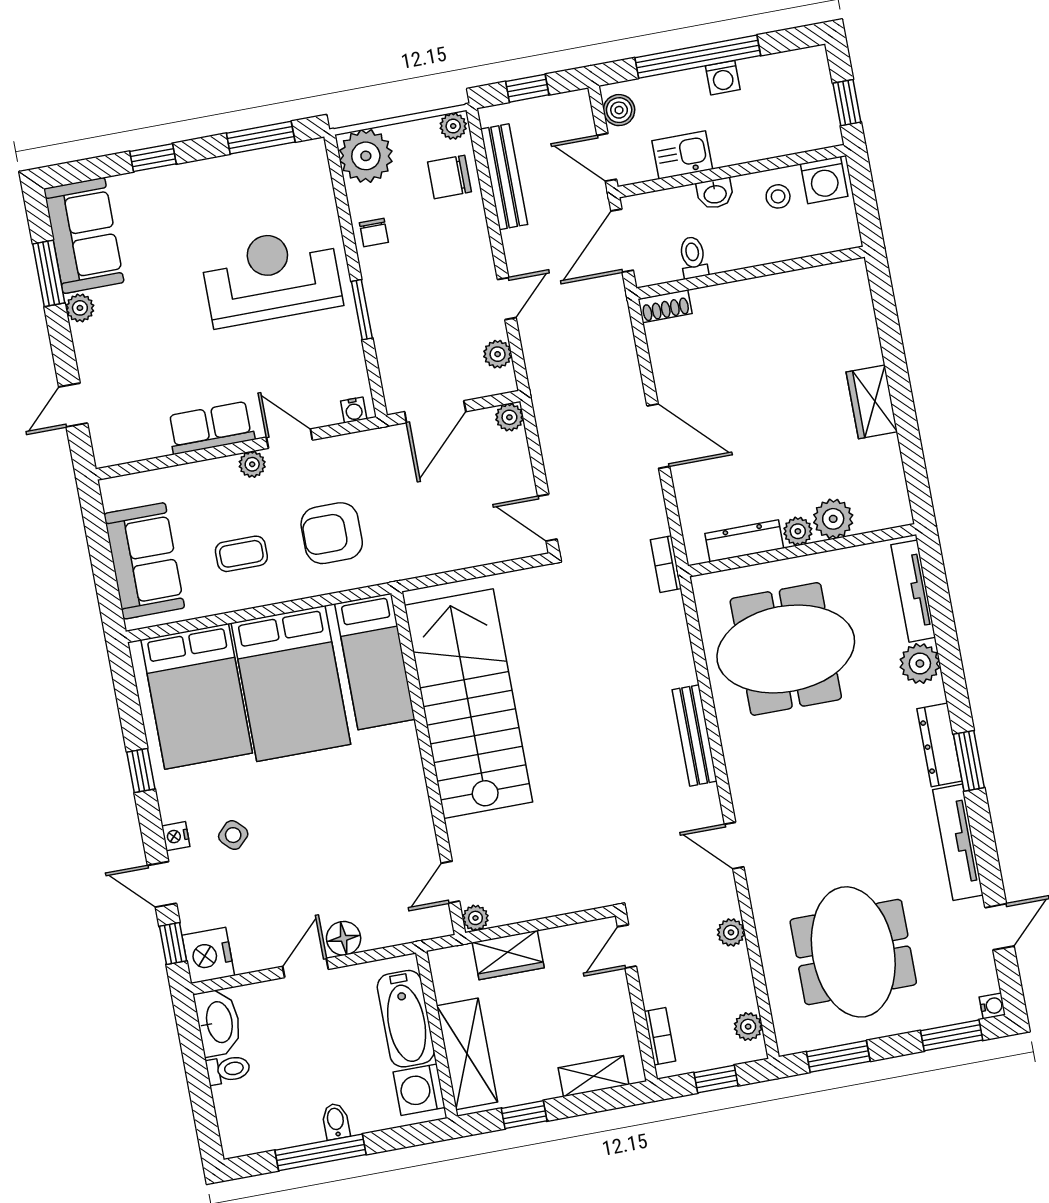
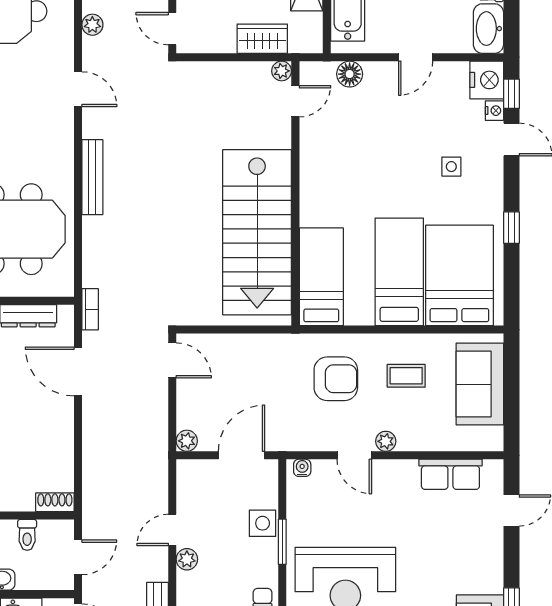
door: (622, 241) -> (78, 557), width x0.73
plant: (80, 308) -> (493, 582), removed
side table: (392, 329) -> (263, 523), added
plant: (498, 354) -> (187, 559), moved
row of seats: (211, 428) -> (450, 474), moved
door: (658, 436) -> (78, 371), moved
bed: (291, 684) -> (399, 272), width x0.67
side table: (233, 835) -> (451, 167), turned 45
nightstand: (176, 836) -> (494, 111), moved
floor lamp: (344, 938) -> (350, 74), moved
door: (627, 946) -> (172, 29), swing flipped

